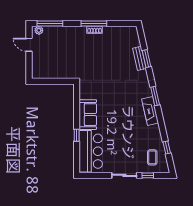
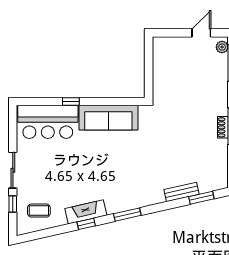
window: (147, 58) -> (201, 198), moved
fireplace: (150, 111) -> (86, 212), moved
sofa: (88, 115) -> (108, 118), width x1.36
window: (167, 148) -> (86, 224), moved

